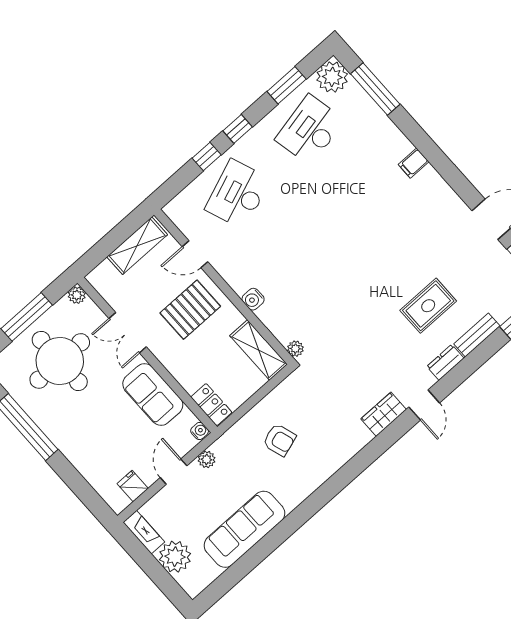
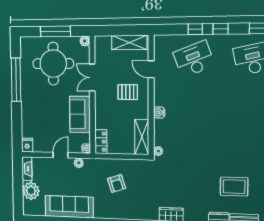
pallet: (190, 310) -> (128, 92), width x0.67, depth x0.71
fridge: (133, 486) -> (27, 145), moved

